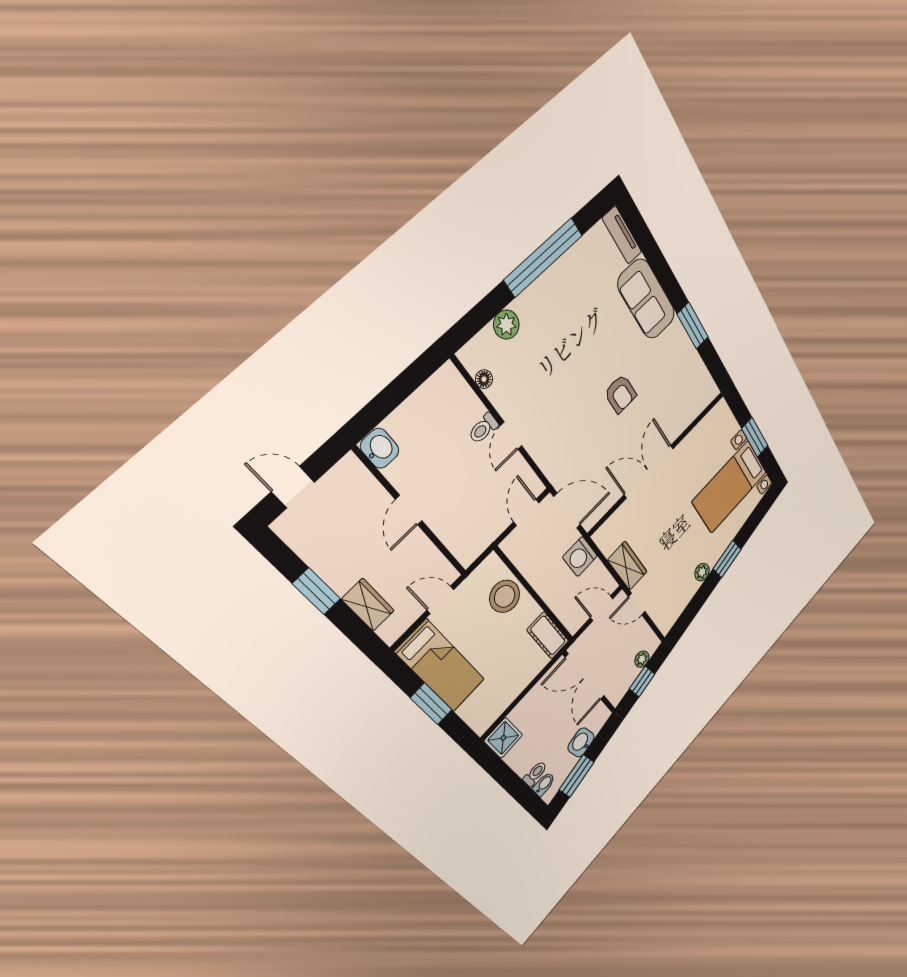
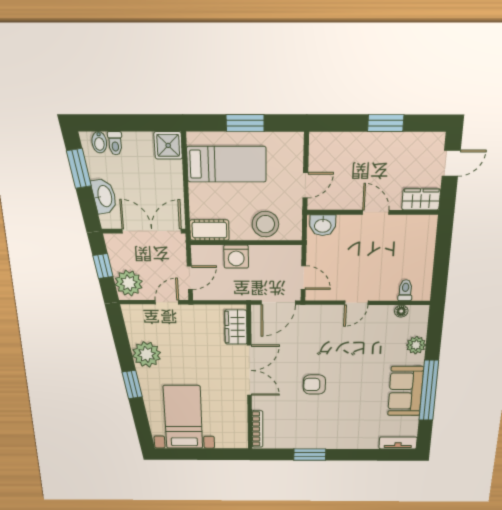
sofa: (646, 299) -> (406, 391), moved, turned -90
bookcase: (699, 406) -> (257, 429), added
toilet: (483, 428) -> (405, 290), moved
door: (511, 436) -> (356, 303), swing flipped
window: (755, 437) -> (200, 454), removed
washbasin: (380, 448) -> (323, 225), moved
washing machine: (580, 557) -> (236, 257), moved, turned 180
wardrobe: (627, 566) -> (236, 327), moved, turned 90
plant: (702, 572) -> (147, 354), width x1.88, depth x1.88
wardrobe: (368, 605) -> (421, 199), moved, turned 180
plant: (642, 659) -> (129, 283), width x1.88, depth x1.88
bed: (440, 666) -> (227, 164), moved, turned 180
washbasin: (581, 742) -> (104, 196), width x1.38

